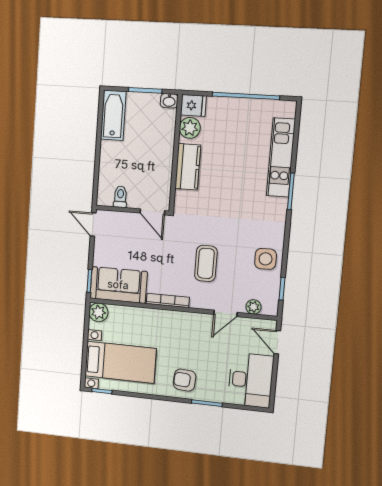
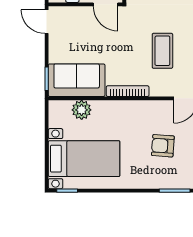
plant: (99, 312) -> (82, 110), moved
armchair: (185, 380) -> (163, 146), moved

